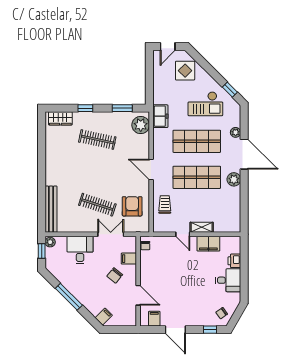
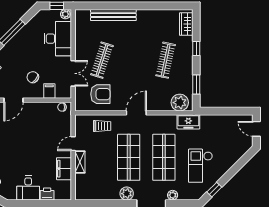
display table: (185, 71) -> (233, 146), removed
bench: (51, 209) -> (113, 15), moved
desk: (80, 250) -> (58, 39), width x1.37

